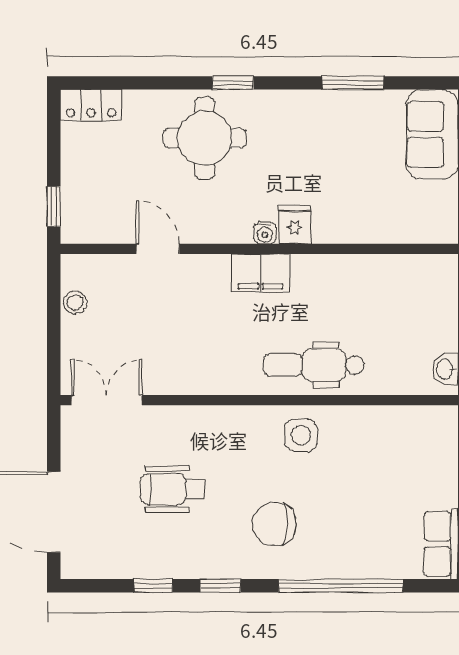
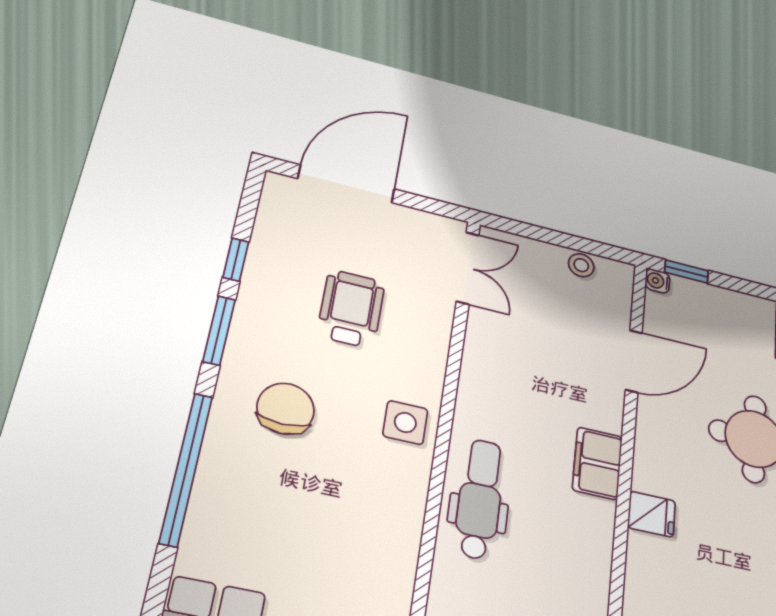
water cooler: (265, 233) -> (657, 281), moved
door: (158, 249) -> (634, 361), width x1.38
side table: (301, 435) -> (405, 423), moved
window: (220, 586) -> (219, 330), width x1.50

